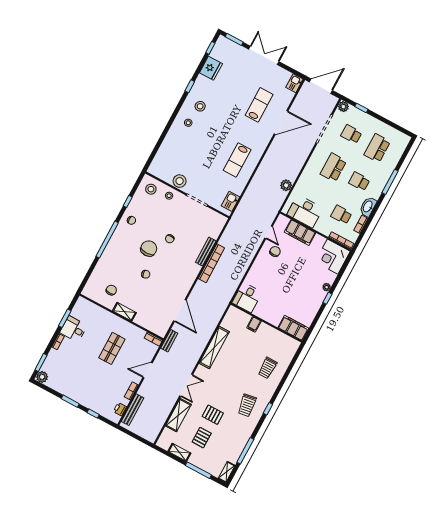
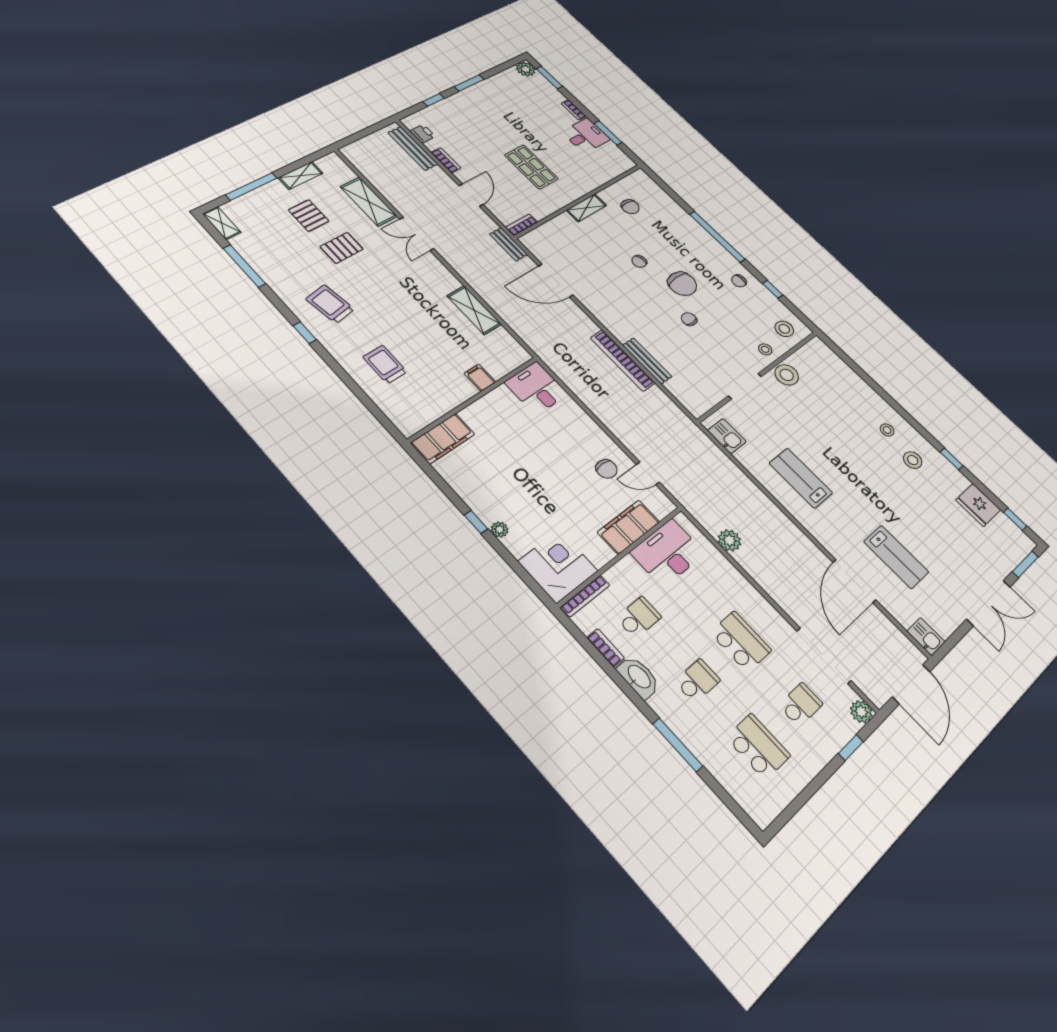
shelving: (214, 347) -> (474, 310), width x0.68

